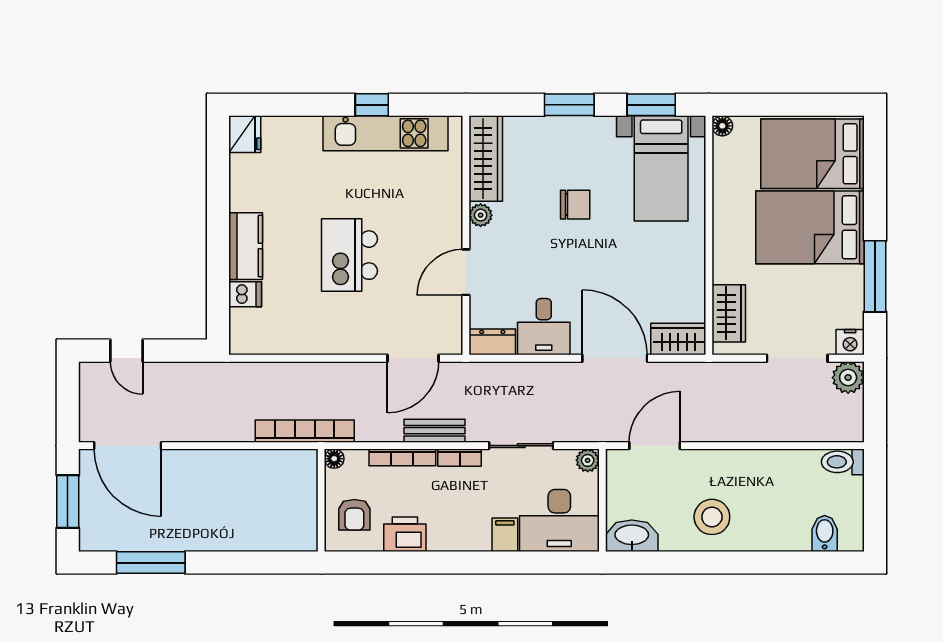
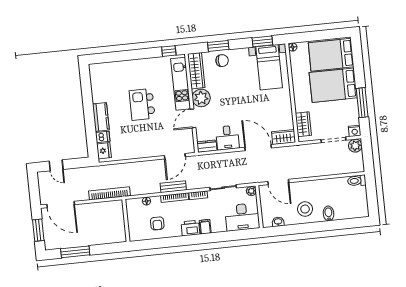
window: (372, 105) -> (169, 51), moved
window: (569, 105) -> (218, 46), moved
kitchen unit: (385, 133) -> (181, 84), moved, turned 90
fridge: (245, 134) -> (104, 151), moved
chair: (575, 205) -> (222, 61), moved
plant: (481, 215) -> (201, 98), width x1.87, depth x1.87
kitchen island: (349, 255) -> (142, 104), moved
bookcase: (305, 431) -> (110, 193), moved
bench: (435, 431) -> (173, 187), moved
door: (655, 446) -> (278, 182), swing flipped
wall: (321, 500) -> (126, 221), moved
bidet: (825, 533) -> (329, 213), moved
printer: (405, 534) -> (190, 228), moved
filing cabinet: (505, 535) -> (205, 227), moved
washbasin: (632, 536) -> (278, 222), width x0.52, depth x0.69

